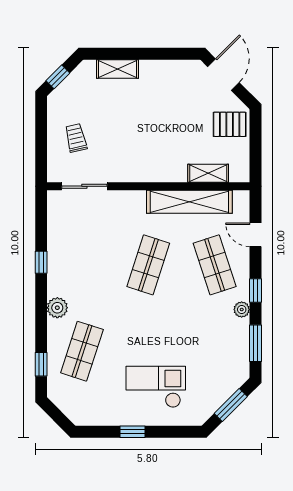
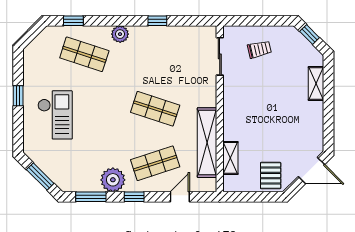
plant: (242, 310) -> (113, 180), width x1.87, depth x1.87

